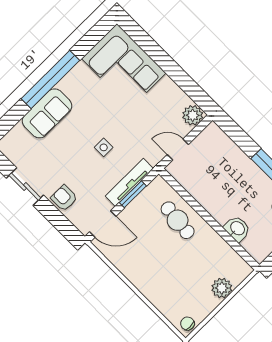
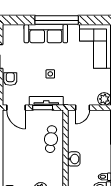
sofa: (47, 113) -> (46, 34), width x1.36
door: (178, 149) -> (82, 108), swing flipped
washbasin: (237, 229) -> (74, 159), moved

